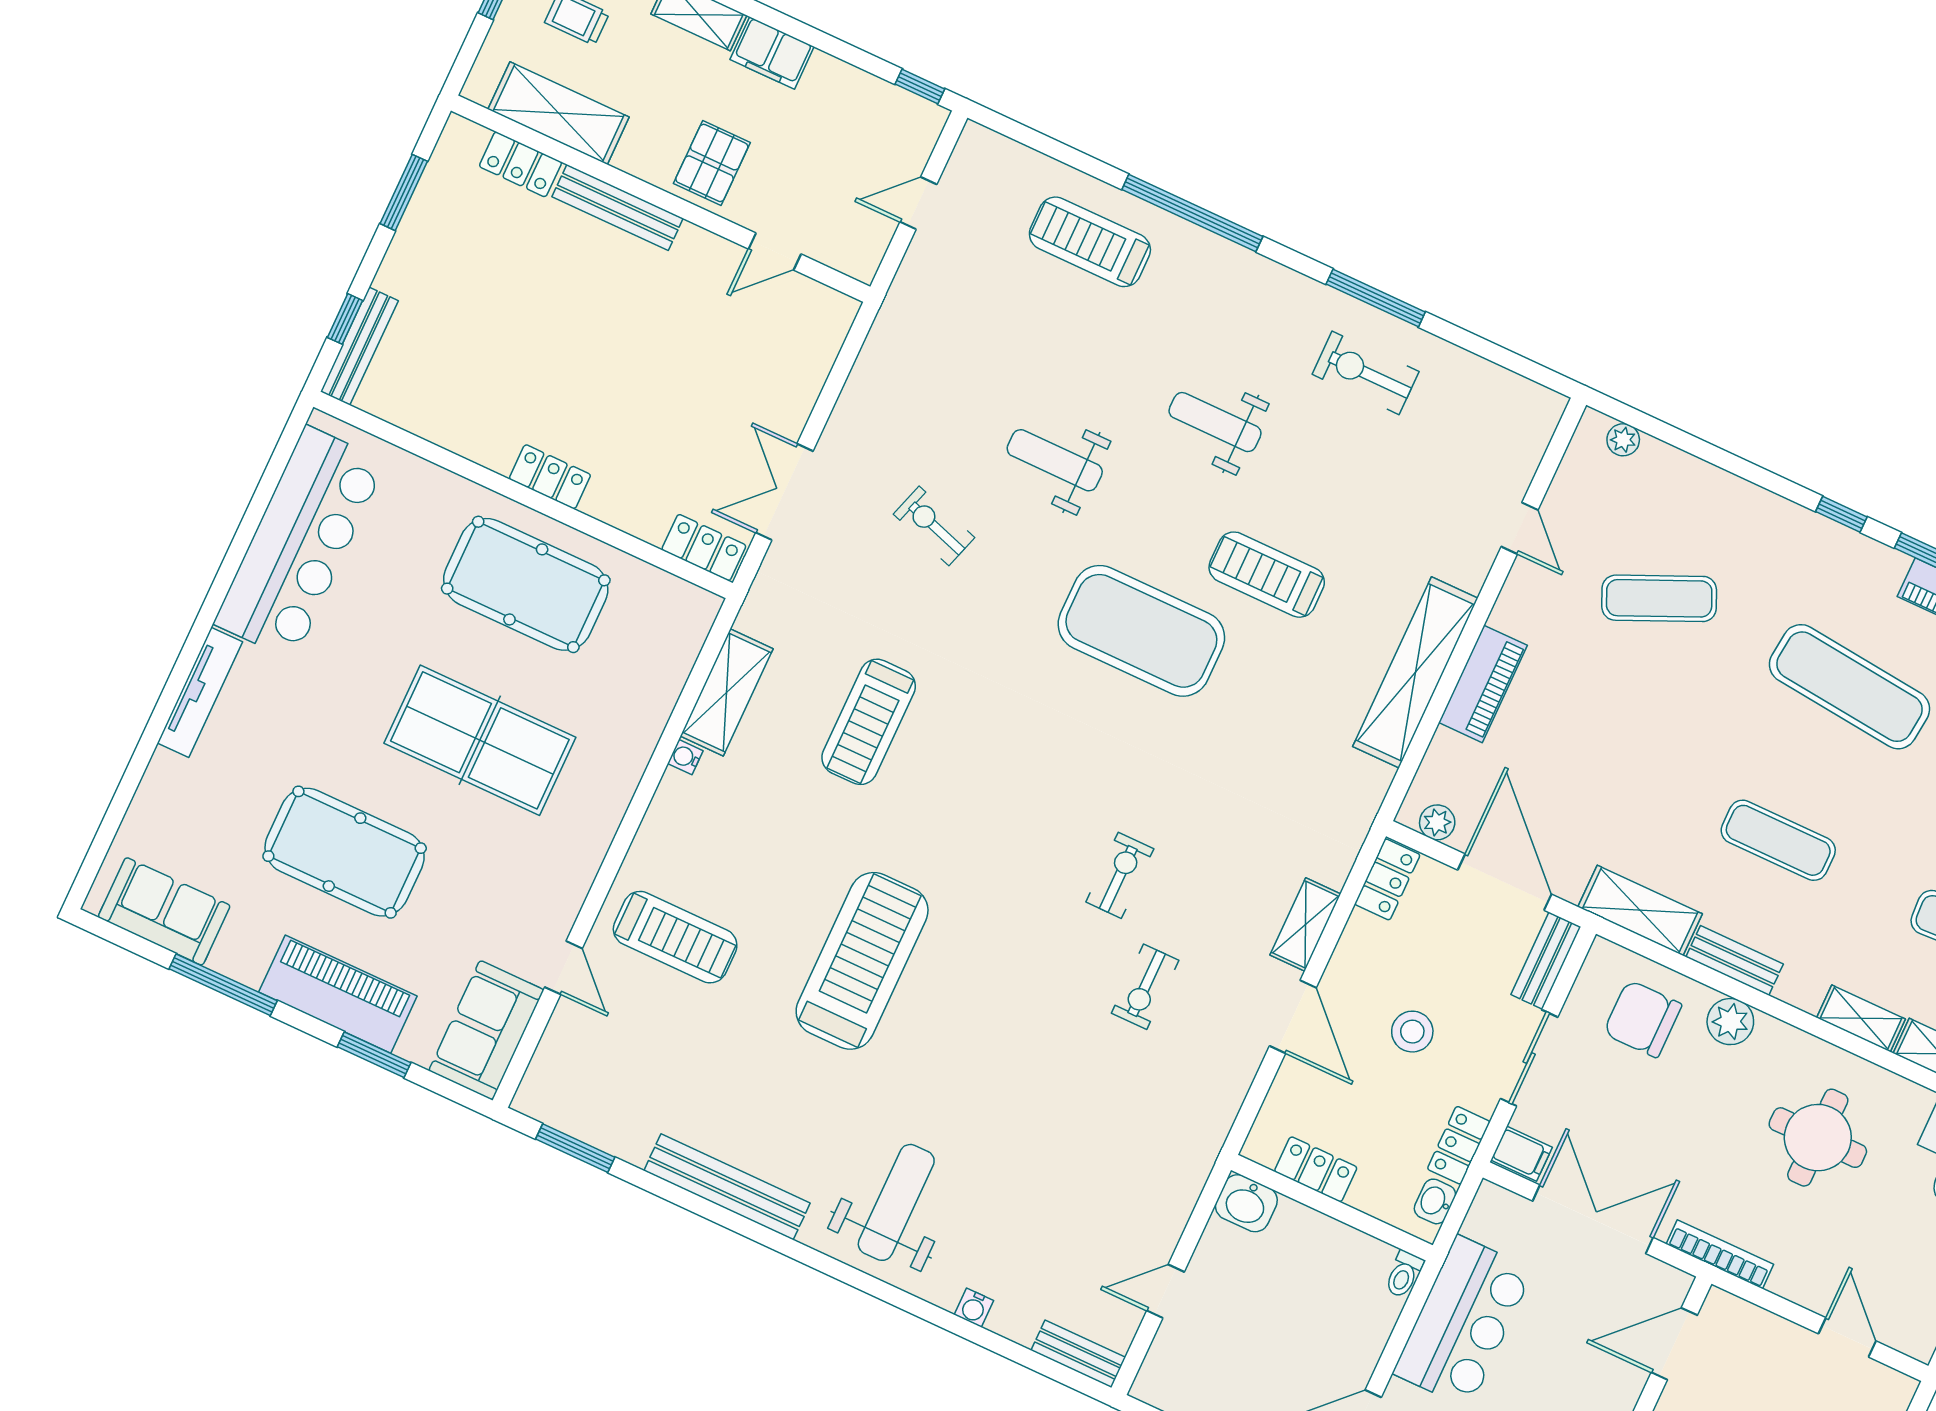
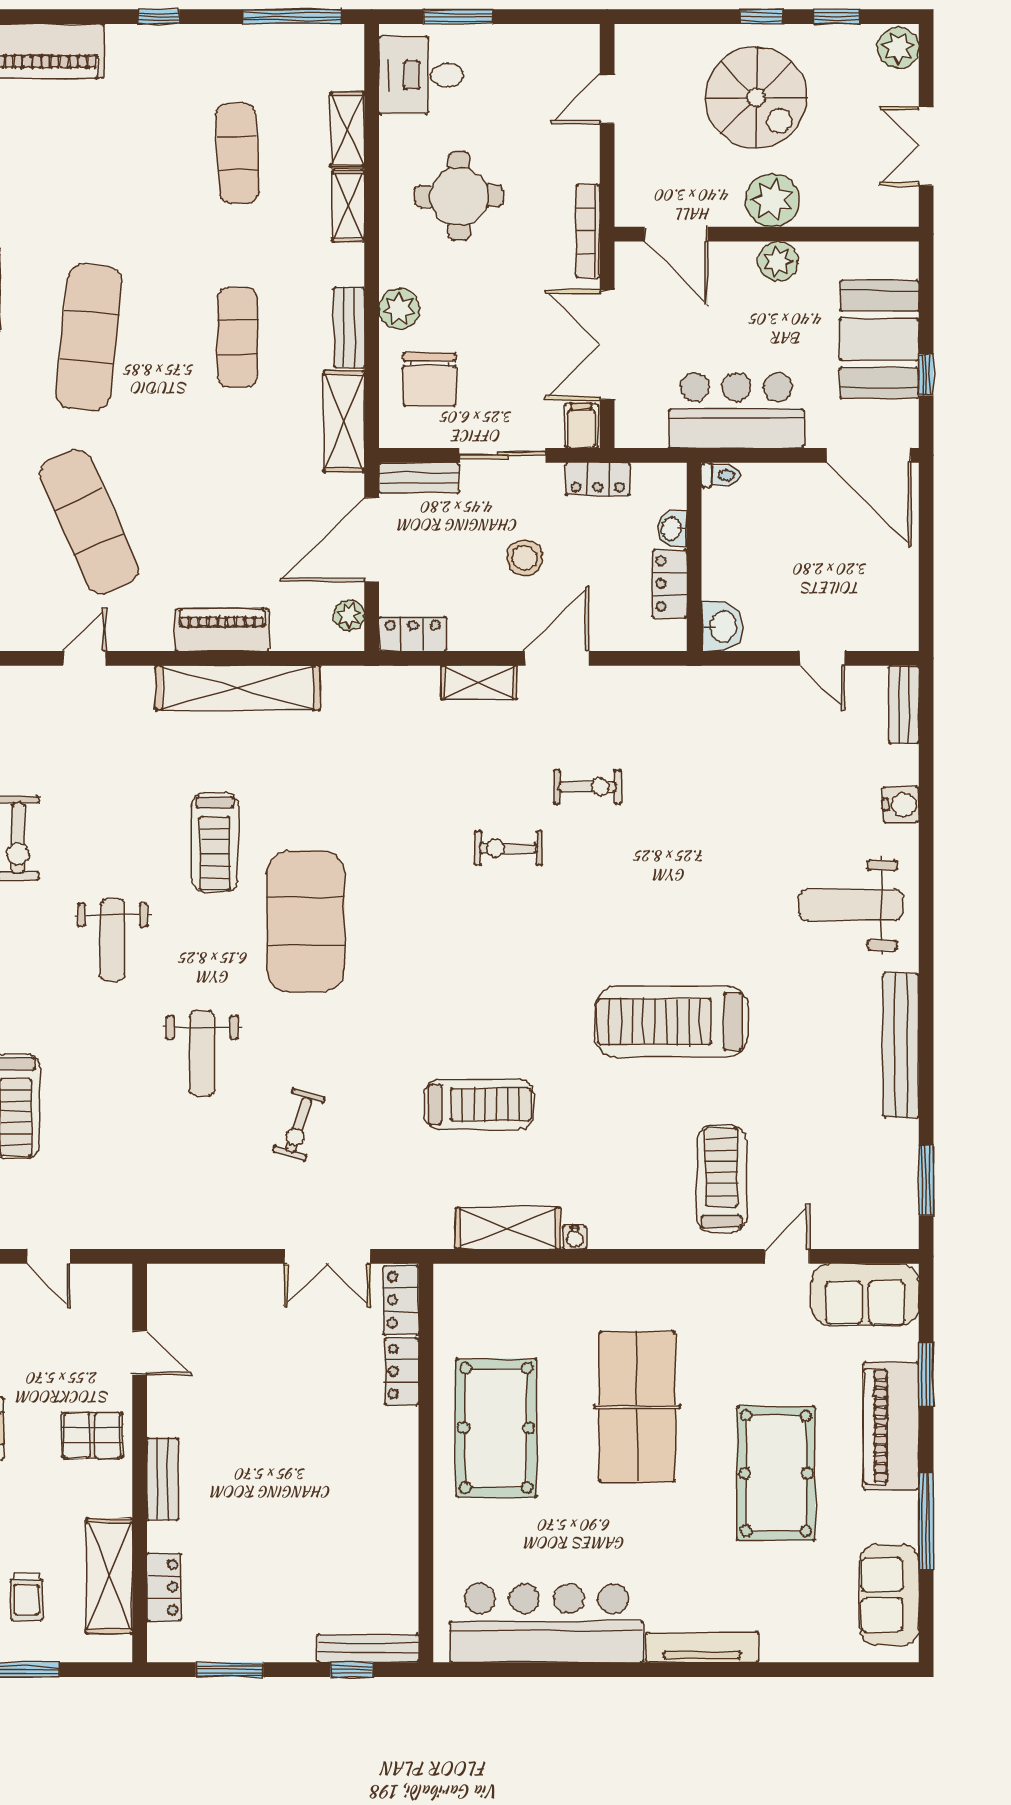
bench: (618, 207) -> (162, 1479), width x0.73
locker: (550, 477) -> (402, 1371), moved
exercise mat: (1659, 598) -> (89, 521), width x1.36, depth x1.45
washbasin: (1435, 1201) -> (672, 529), moved, turned 90
water cooler: (974, 1308) -> (901, 804), width x1.38, depth x1.38

